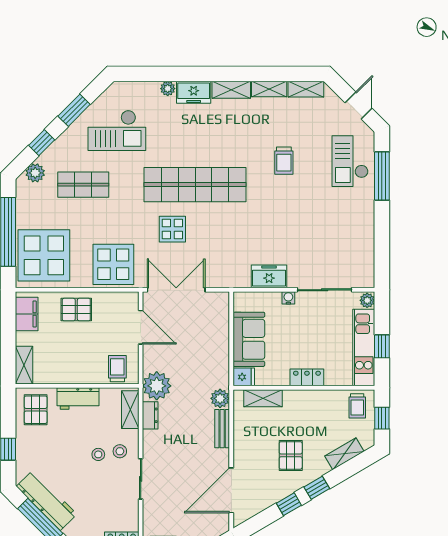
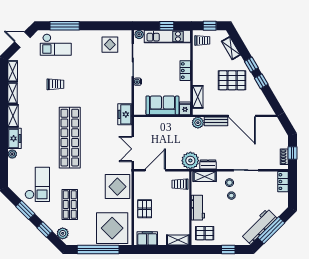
display table: (172, 229) -> (110, 45), moved
freezer: (269, 276) -> (125, 114), moved
double door: (176, 290) -> (133, 149), width x0.73
pallet: (291, 455) -> (232, 80), width x1.50, depth x1.42
door: (231, 490) -> (242, 116), moved

